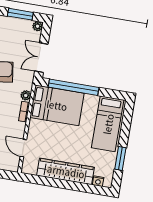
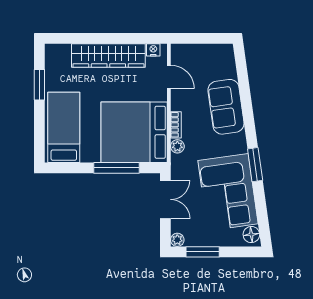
window: (74, 87) -> (117, 168), width x0.68
bed: (57, 105) -> (134, 132), width x1.36
nightstand: (98, 181) -> (153, 50), moved

